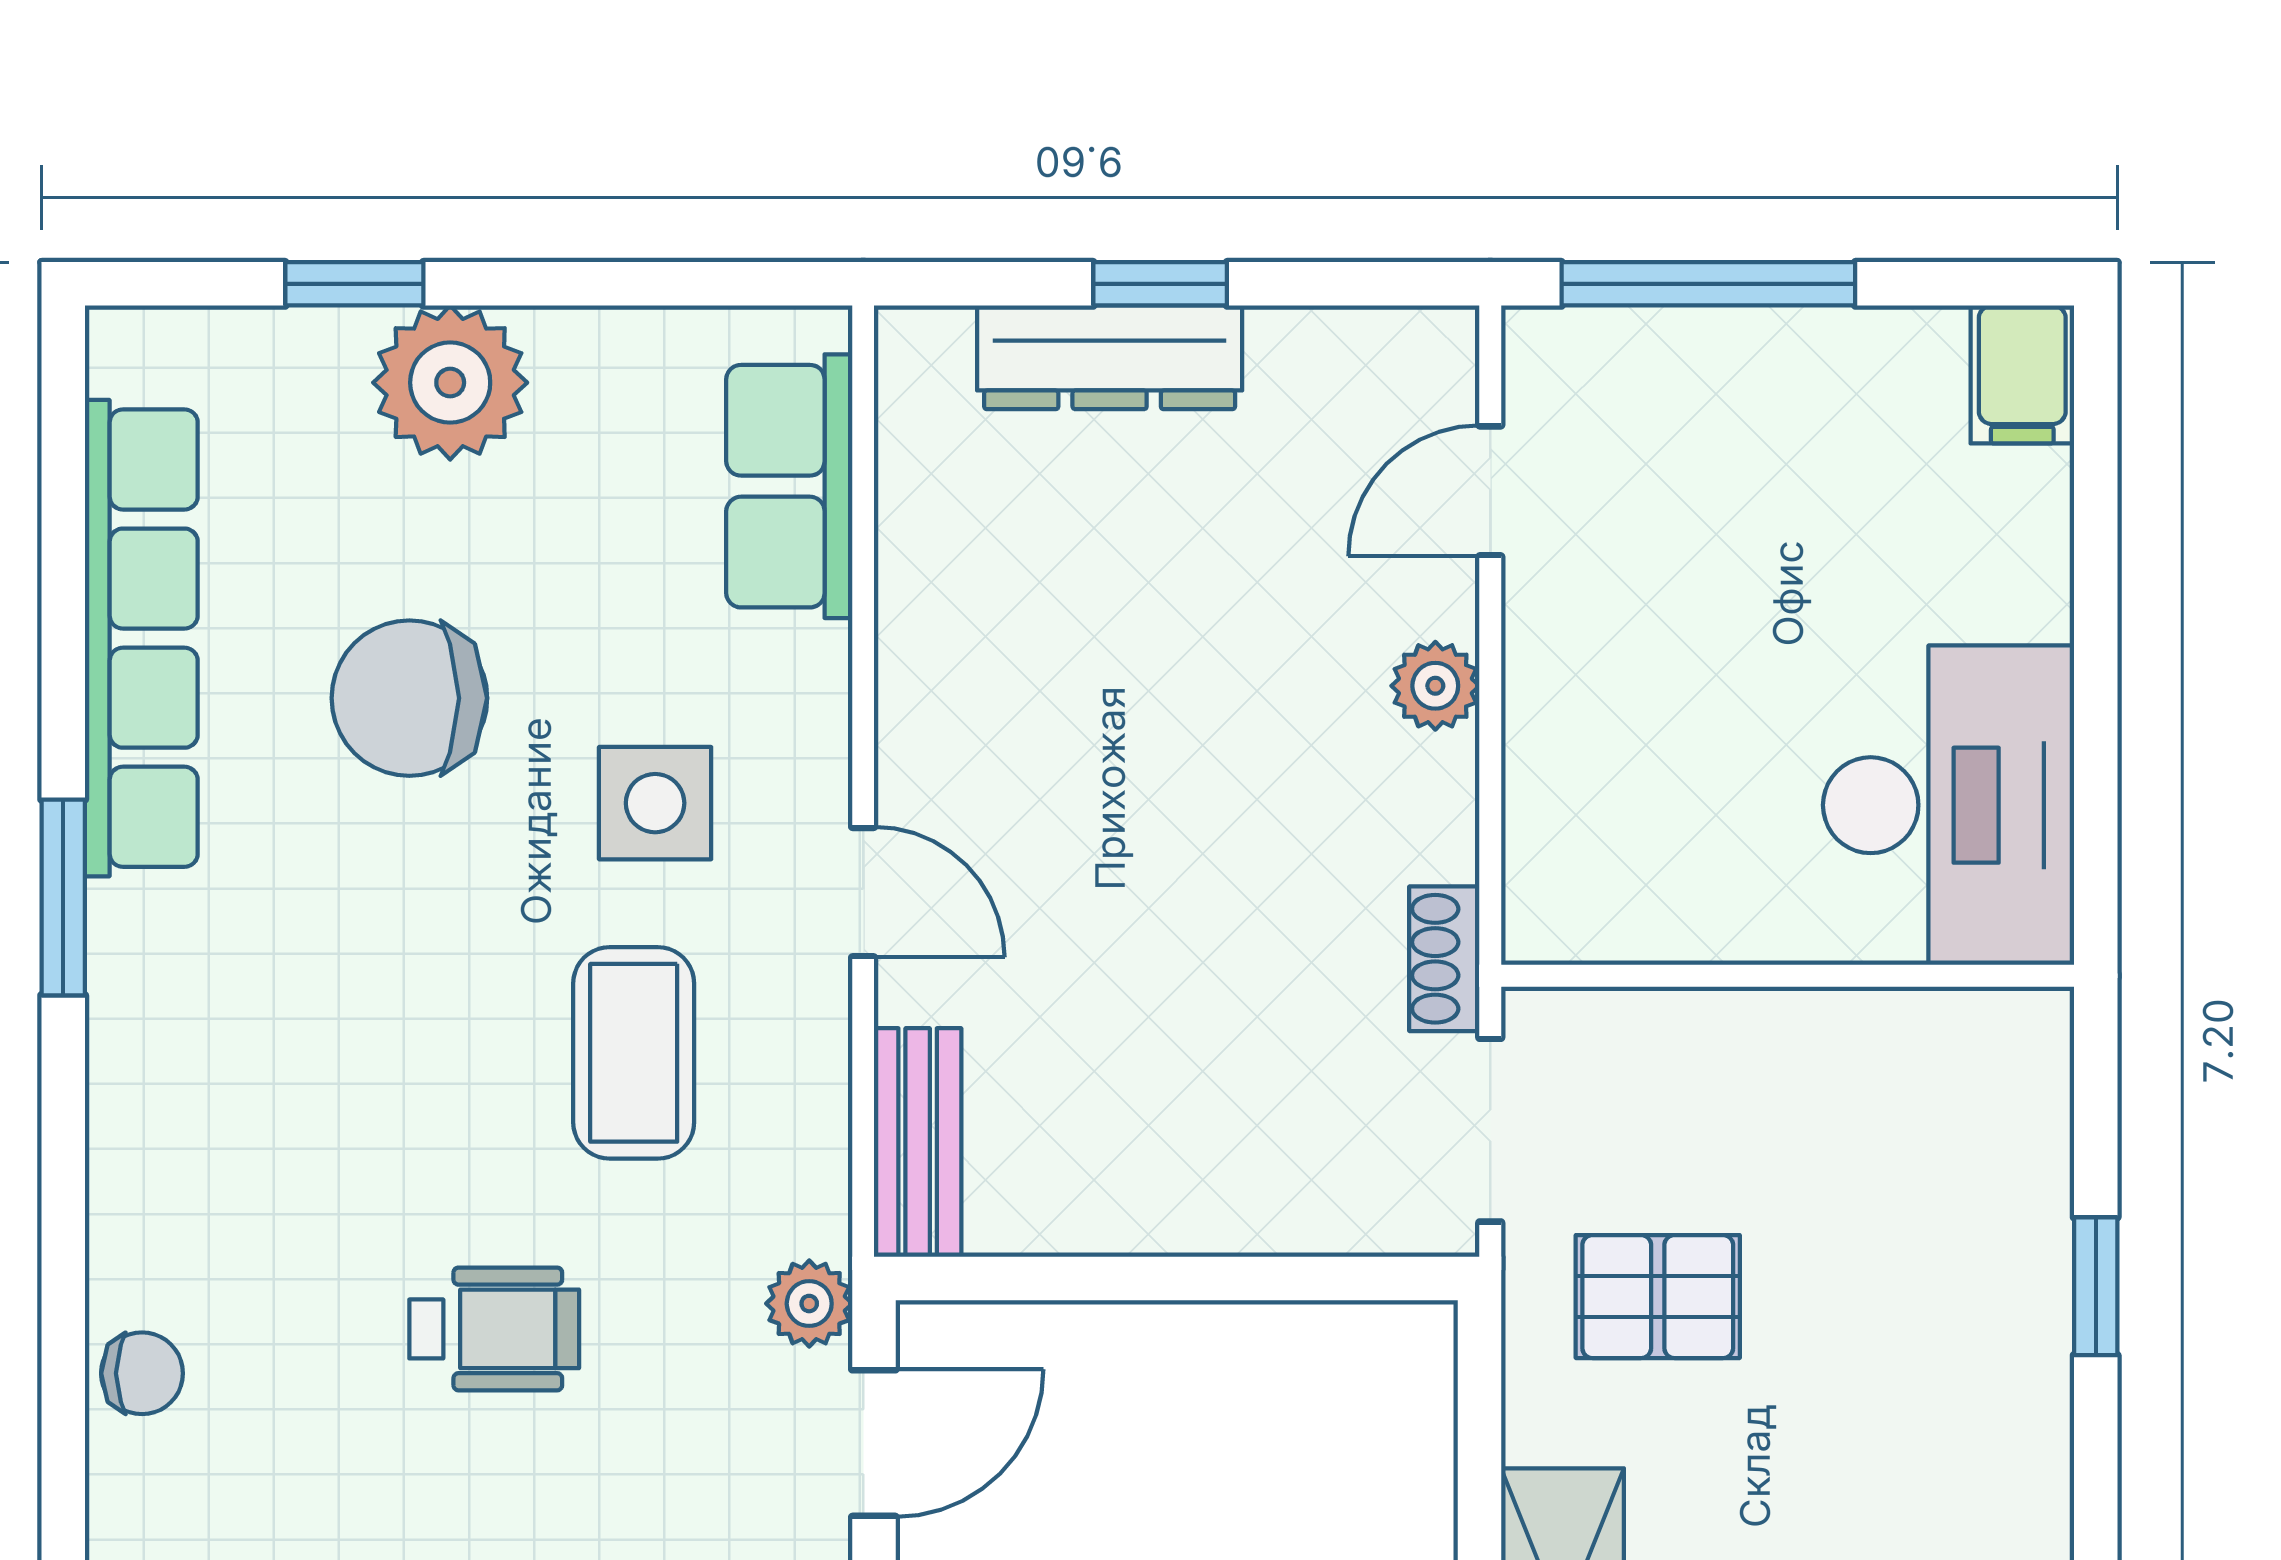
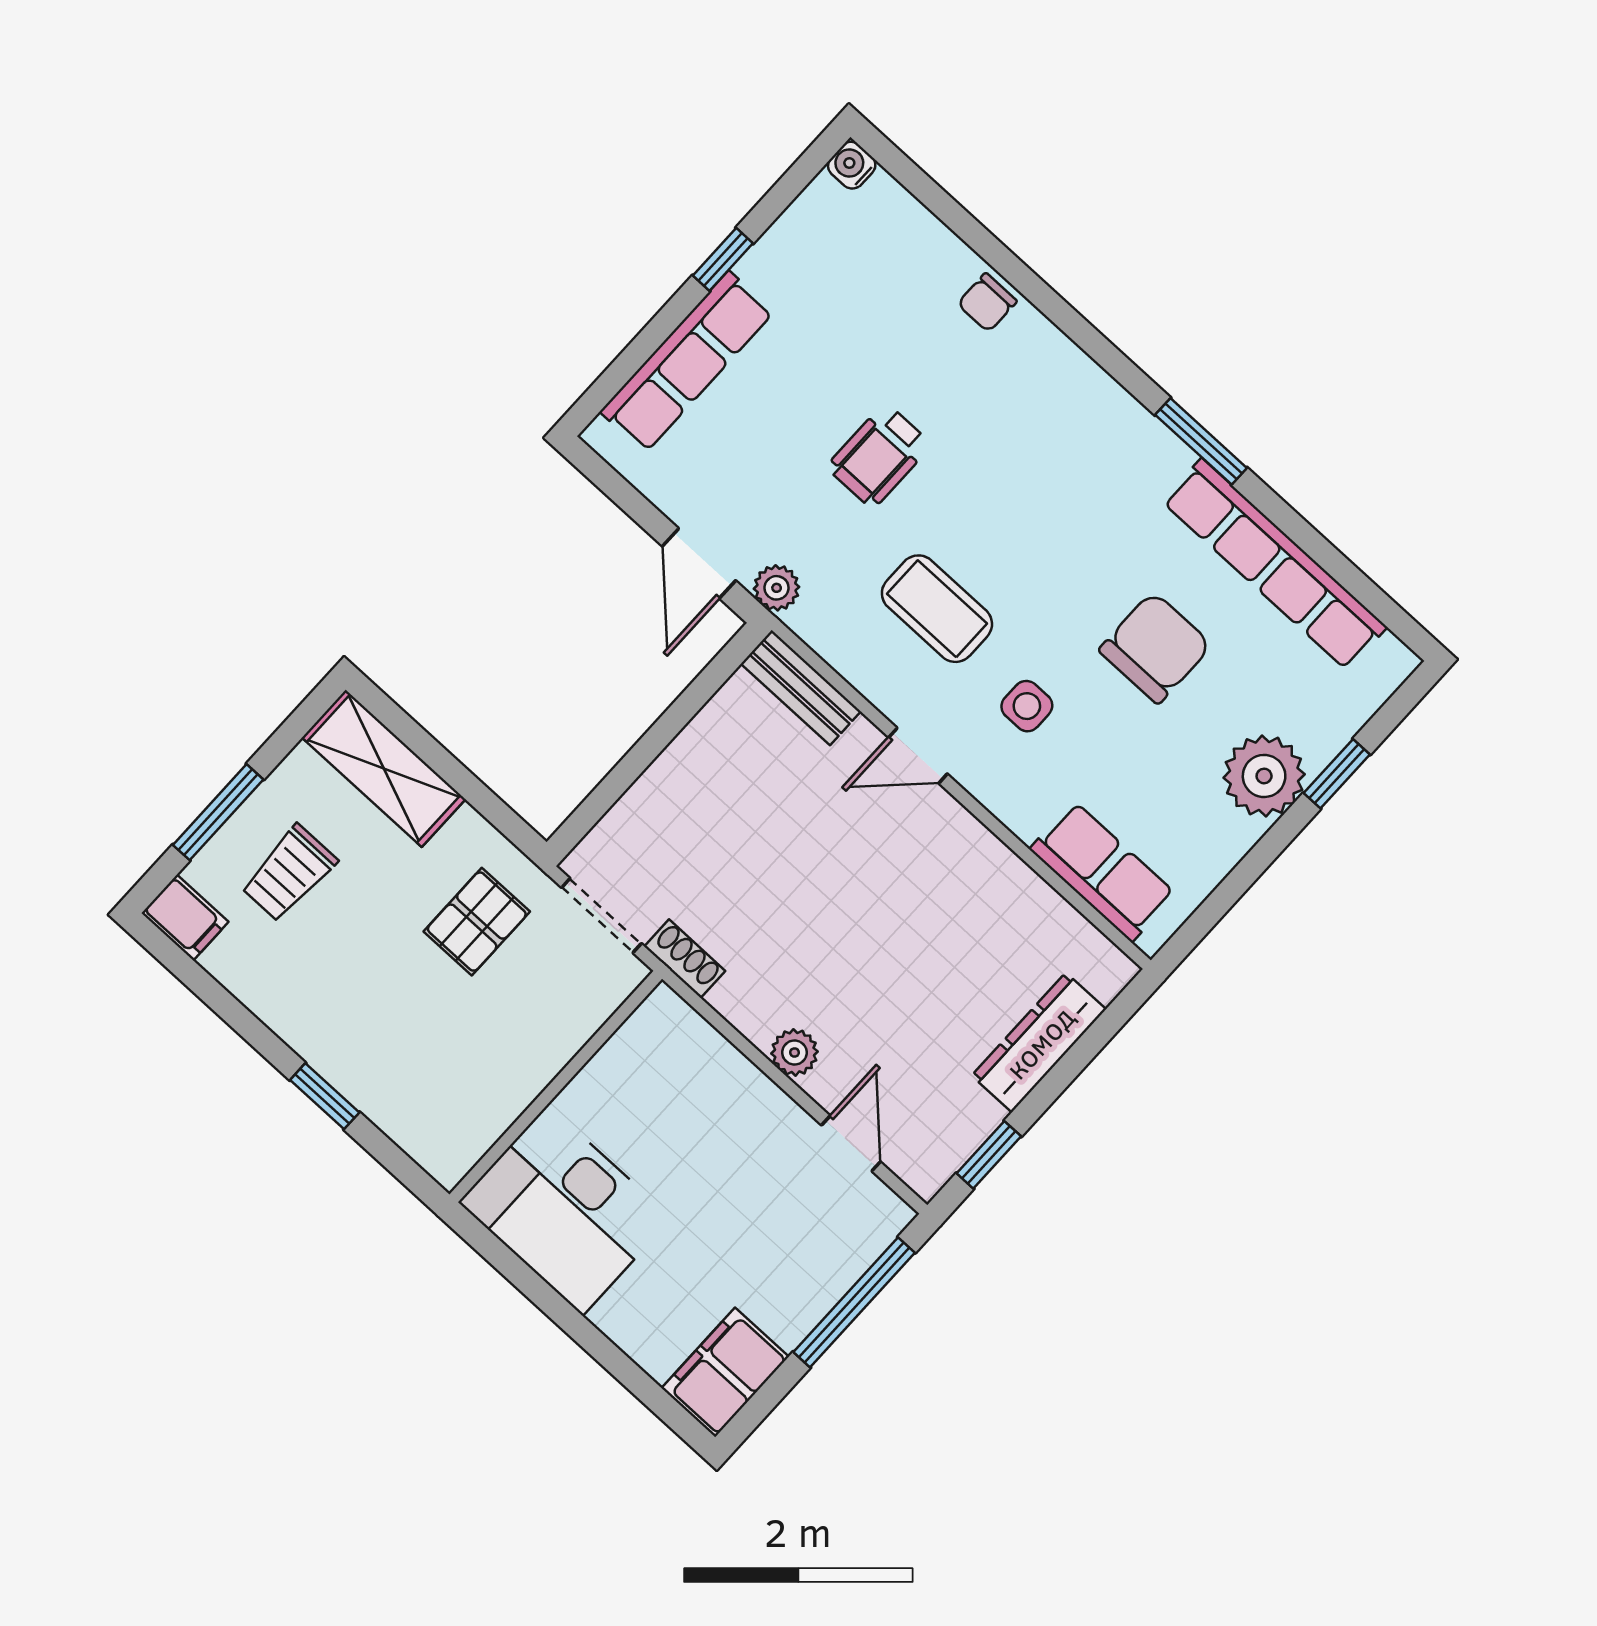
window: (1160, 284) -> (989, 1155), moved
filing cabinet: (2022, 374) -> (725, 1372), width x2.00
side table: (655, 803) -> (1027, 706), width x0.73, depth x0.73

